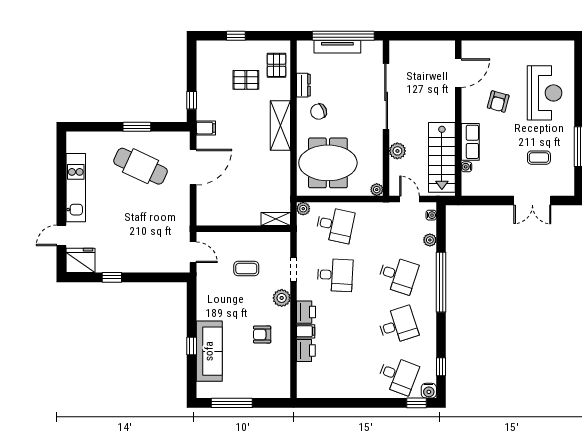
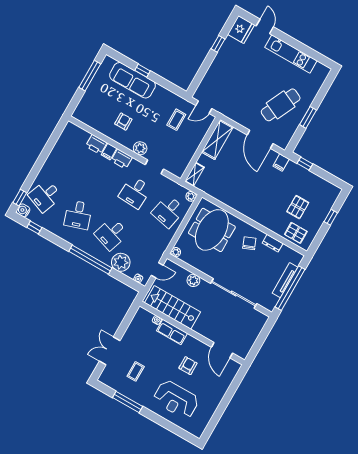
armchair: (498, 102) -> (188, 366), turned 75
shelving: (280, 125) -> (217, 139), moved, turned 90
plant: (430, 240) -> (121, 262), width x1.87, depth x1.87
coffee table: (246, 269) -> (176, 120), moved

